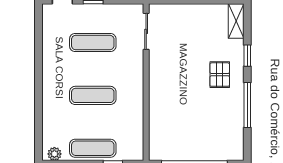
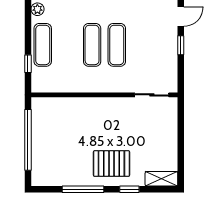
exercise mat: (93, 43) -> (117, 45), moved
pallet: (220, 75) -> (111, 164), width x1.50, depth x1.42

